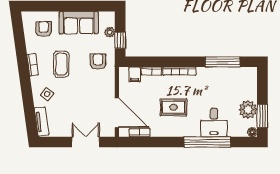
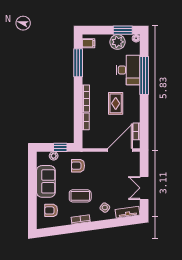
filing cabinet: (135, 74) -> (89, 43), moved
desk: (214, 123) -> (128, 70), width x1.37
double door: (86, 142) -> (144, 188), moved

